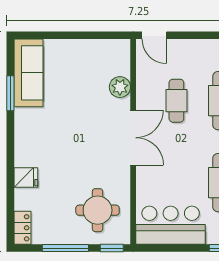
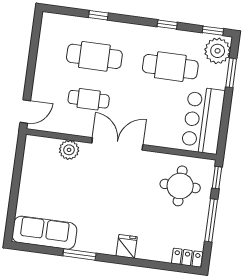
window: (10, 93) -> (79, 254), moved
fridge: (26, 177) -> (127, 246), moved

